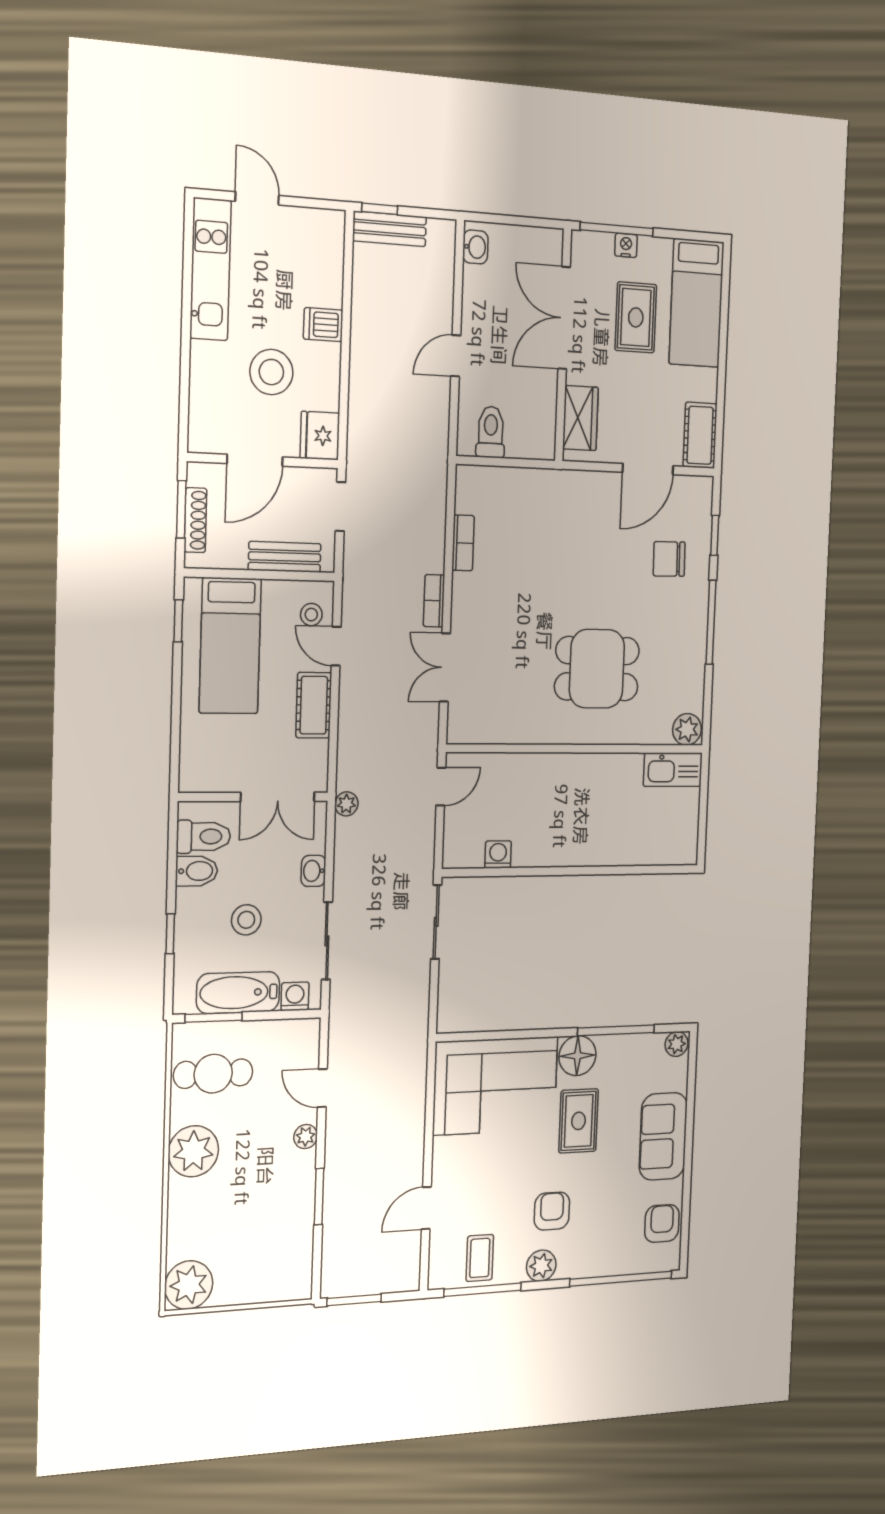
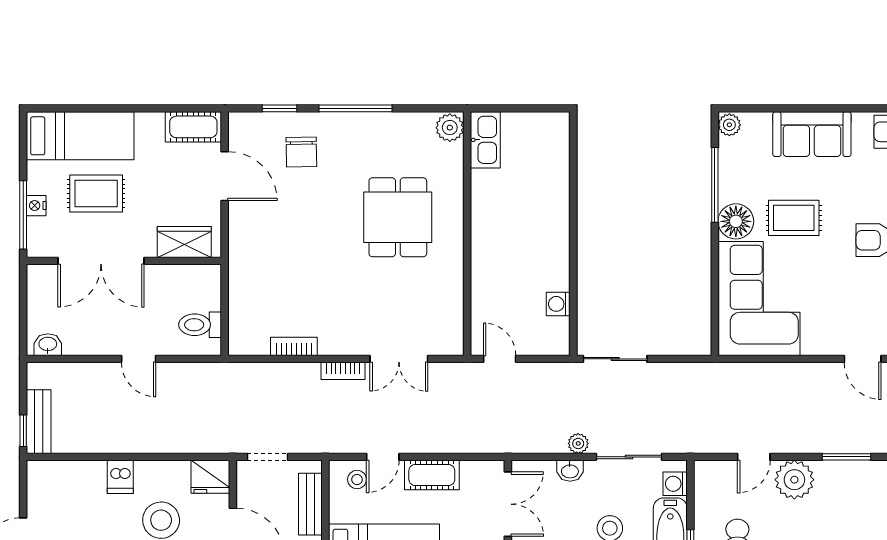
plant: (346, 804) -> (578, 443), moved
plant: (306, 1136) -> (794, 480), width x1.87, depth x1.87

